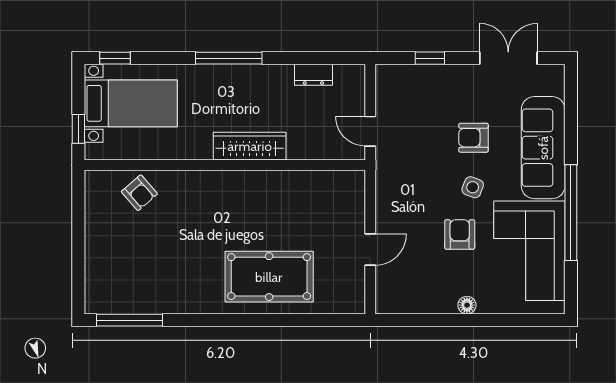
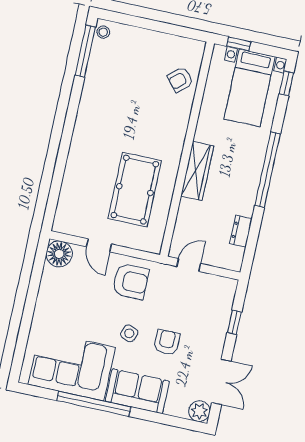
window: (229, 58) -> (268, 170), width x1.46
plant: (551, 78) -> (199, 411), added
sofa: (543, 148) -> (137, 391), width x0.73
armchair: (460, 234) -> (131, 281), moved, width x1.38, depth x1.38
pool table: (269, 277) -> (135, 190), moved
stool: (101, 303) -> (103, 32), added
floor lamp: (467, 305) -> (59, 254), moved, width x1.89, depth x1.89

